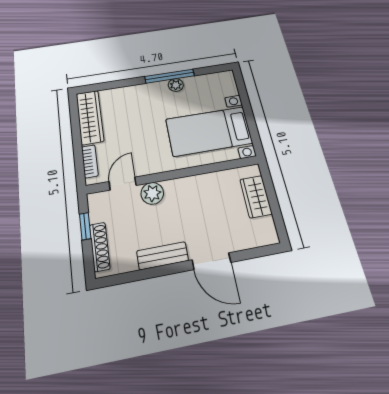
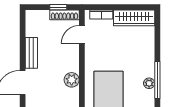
door: (123, 183) -> (82, 35), swing flipped
plant: (152, 193) -> (72, 80), moved
shoe rack: (100, 247) -> (64, 15), moved

